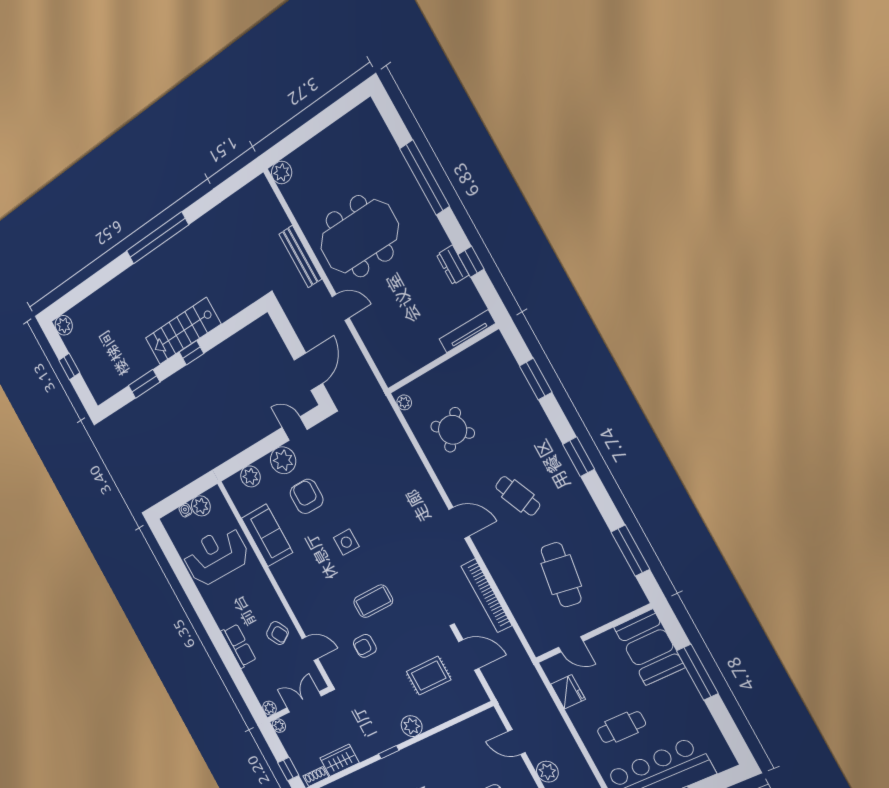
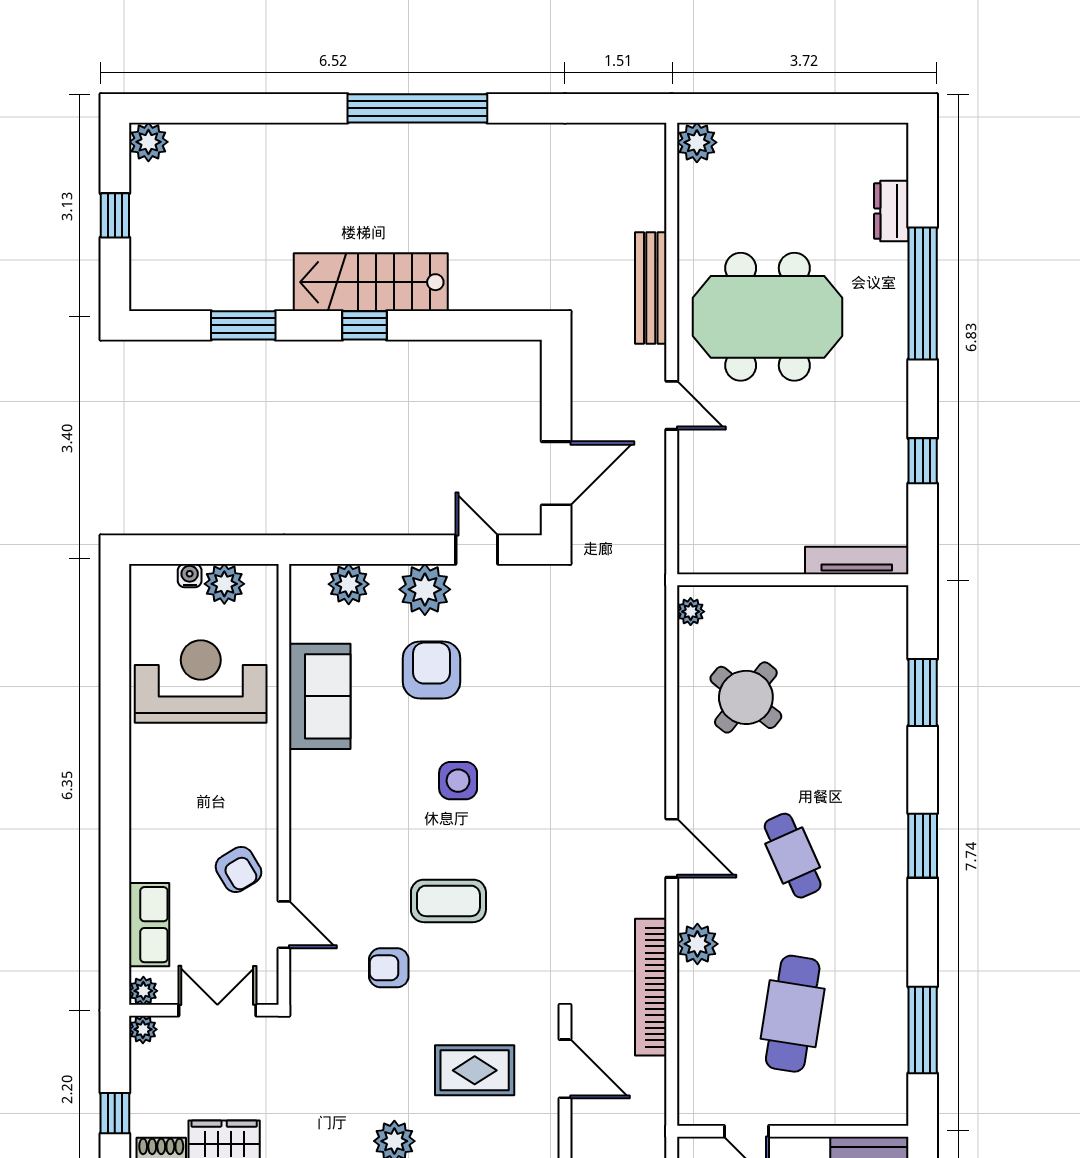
dresser: (453, 265) -> (891, 211), moved
plant: (497, 563) -> (697, 944), added
row of seats: (239, 646) -> (149, 925), moved

